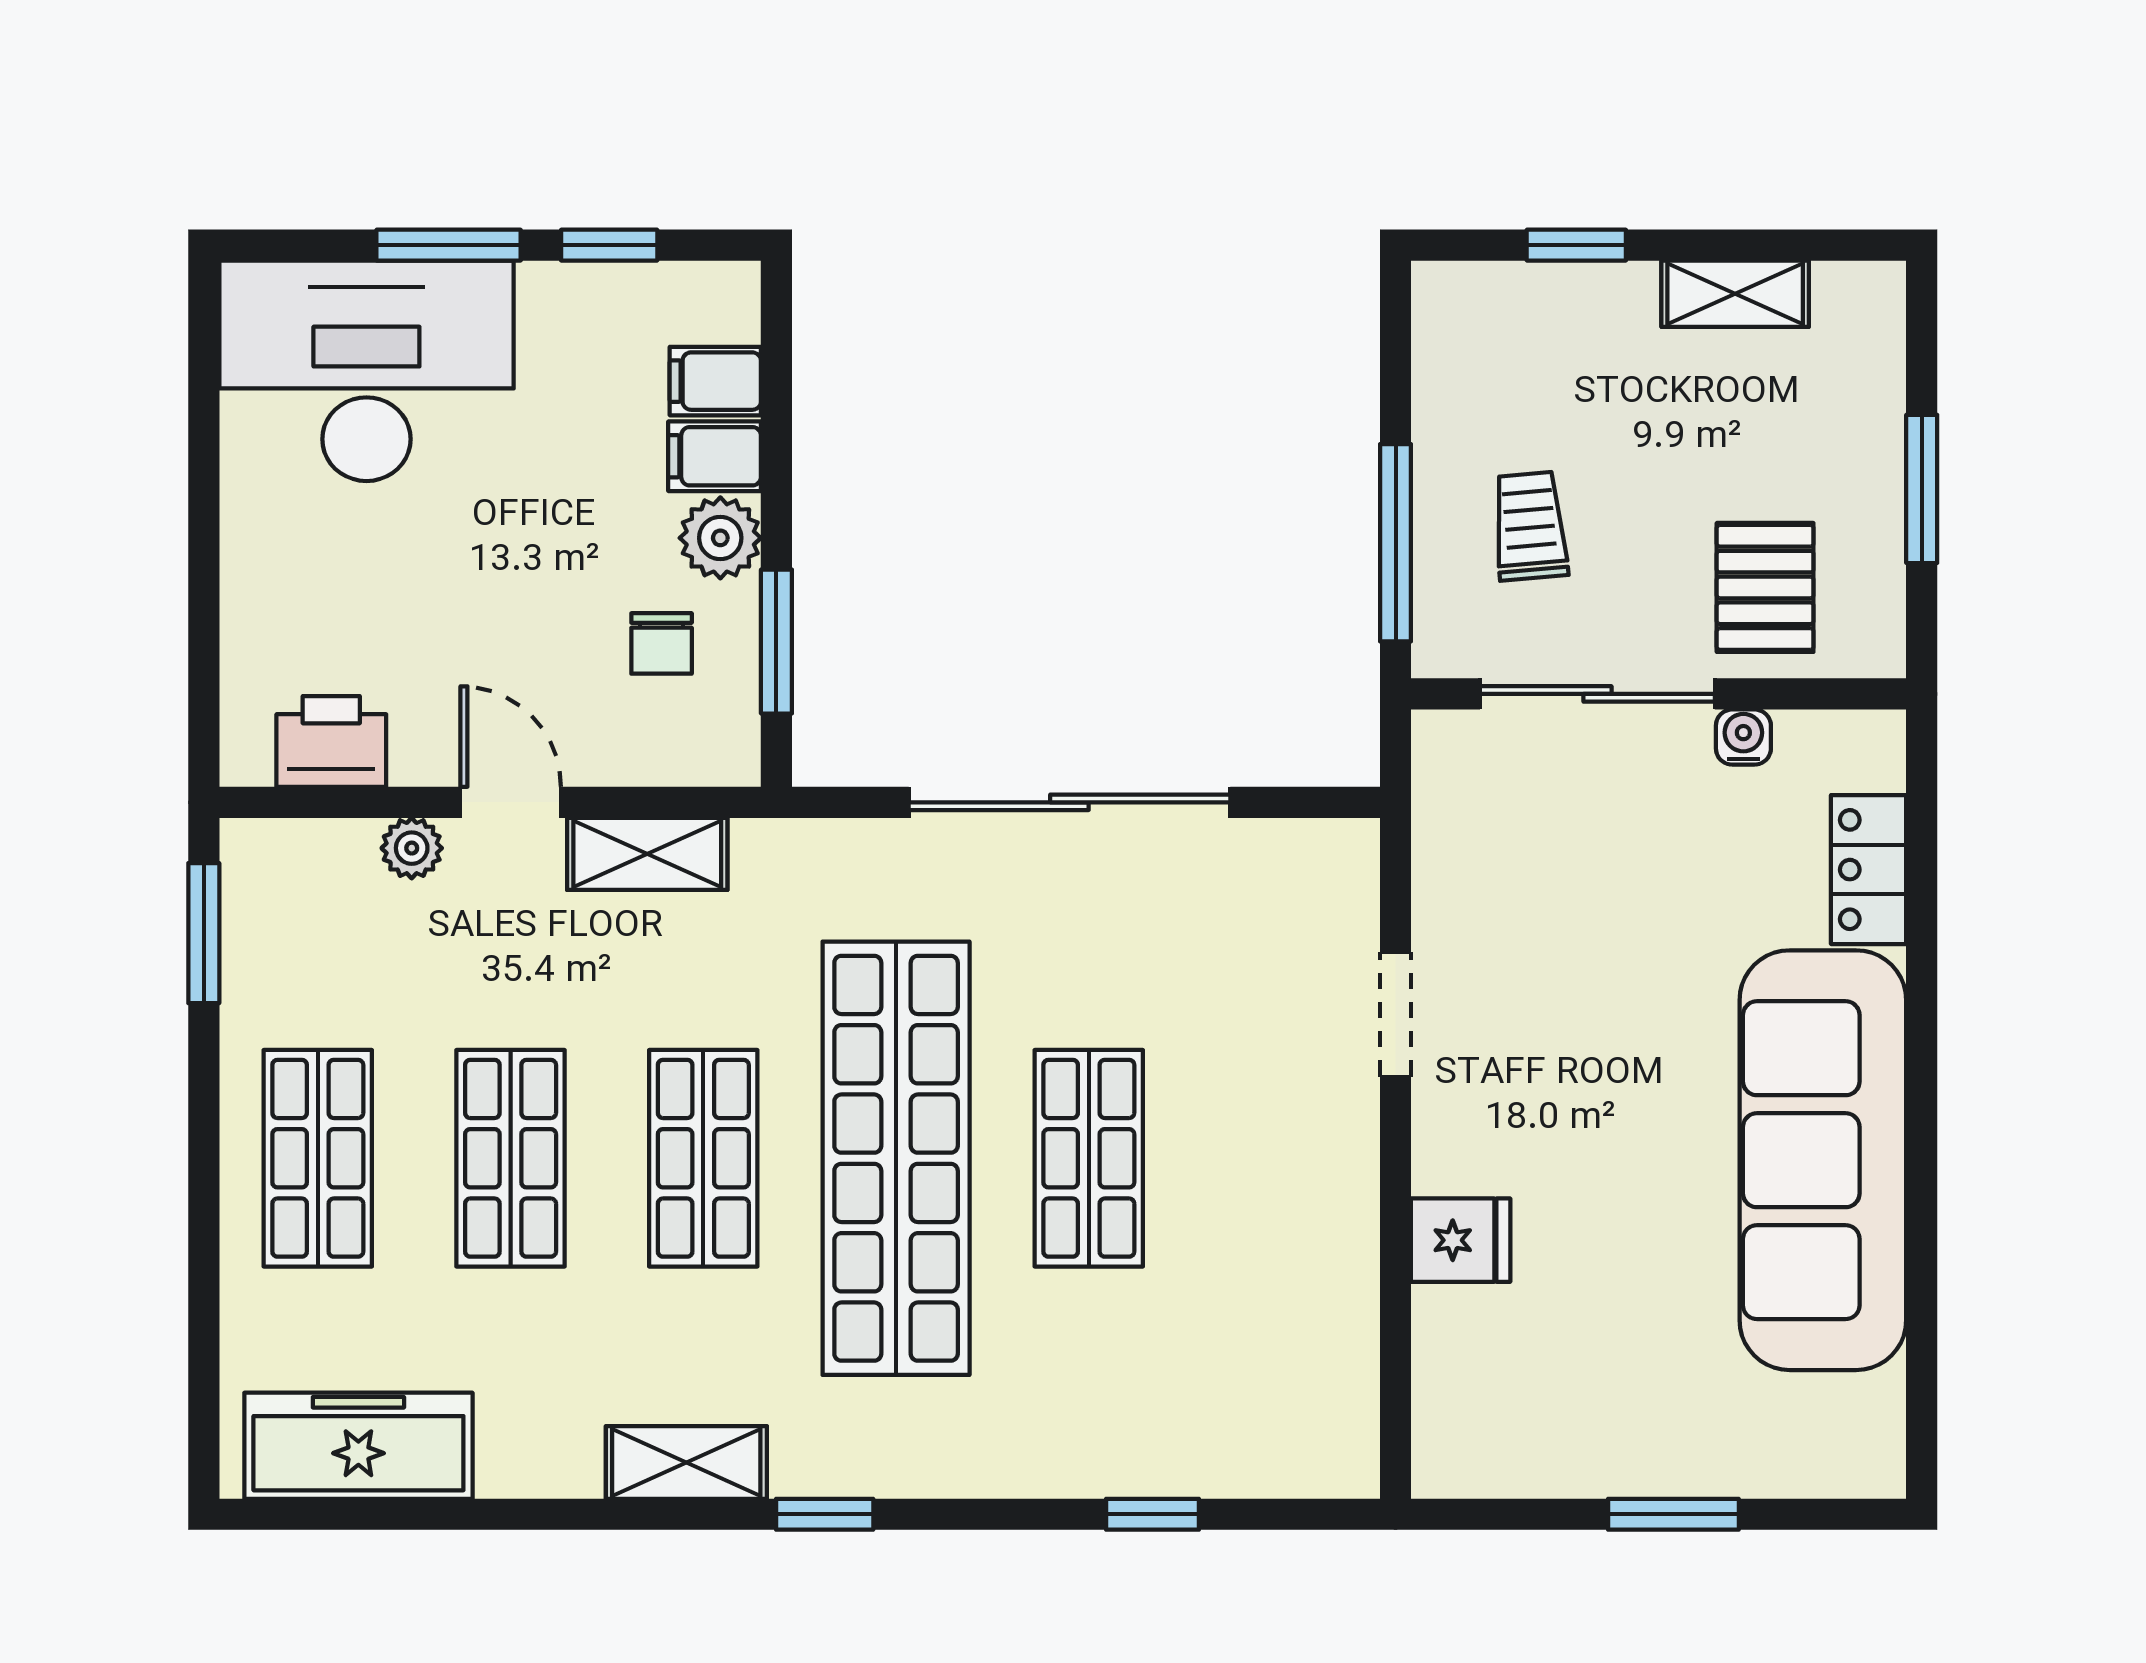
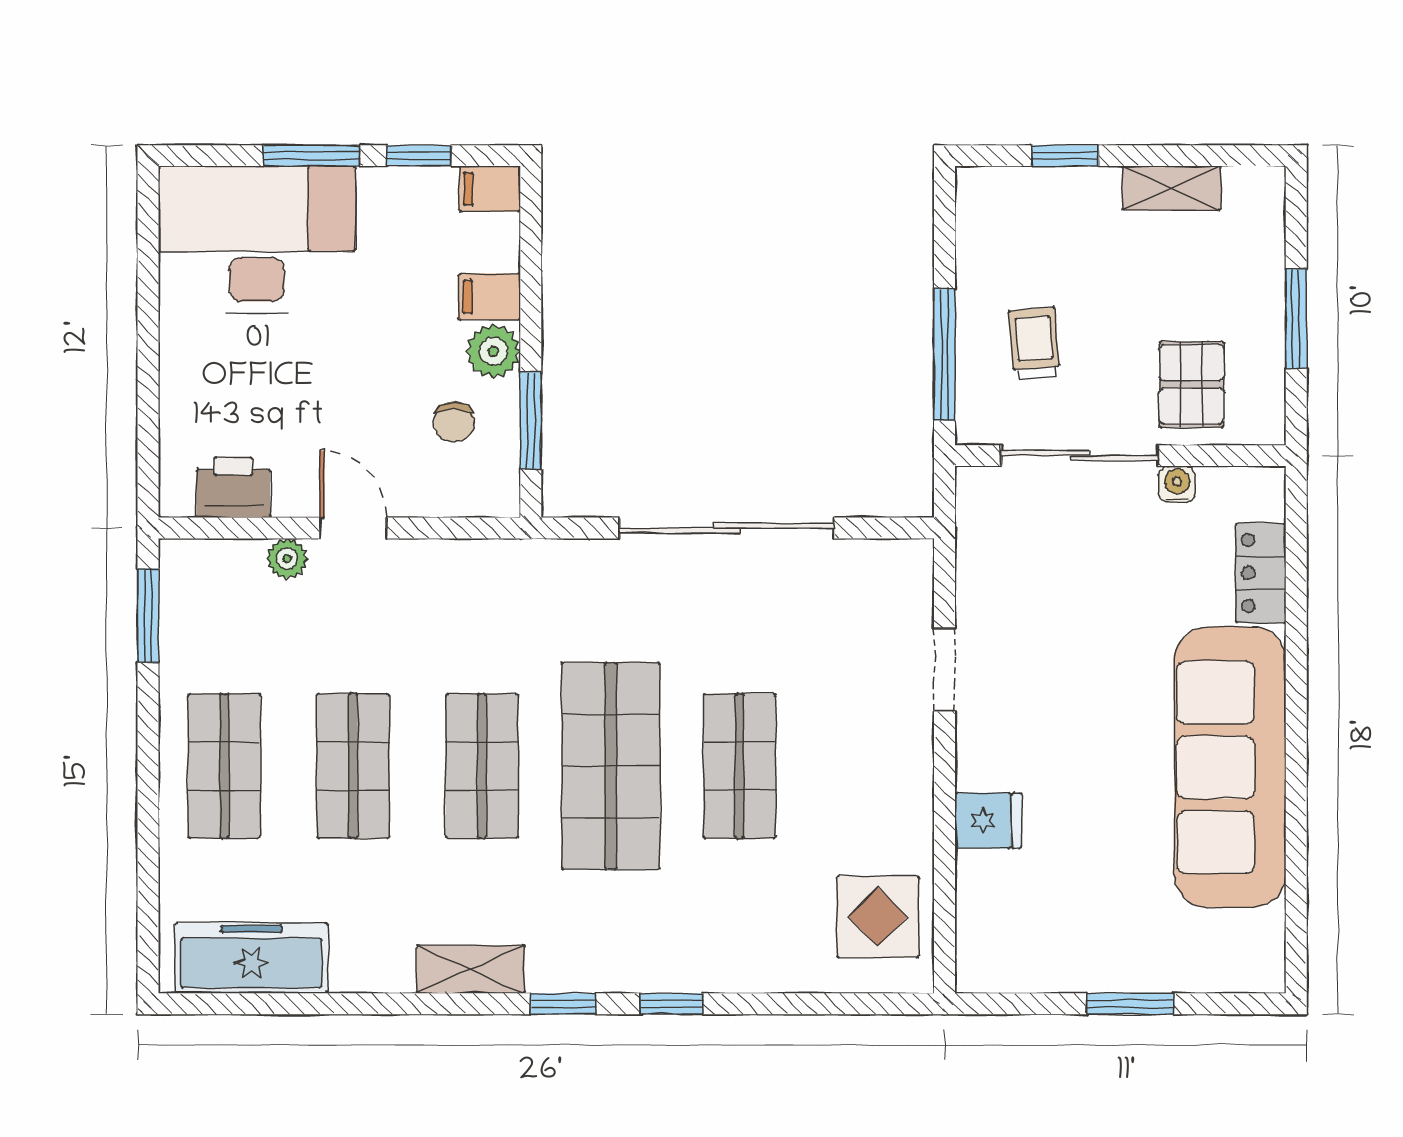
filing cabinet: (715, 381) -> (490, 189), moved
shelving: (647, 854) -> (444, 562), removed
shop shelf: (896, 1158) -> (611, 766), width x0.71
display table: (1296, 1384) -> (878, 917), added
window: (1153, 1514) -> (672, 1004), moved

